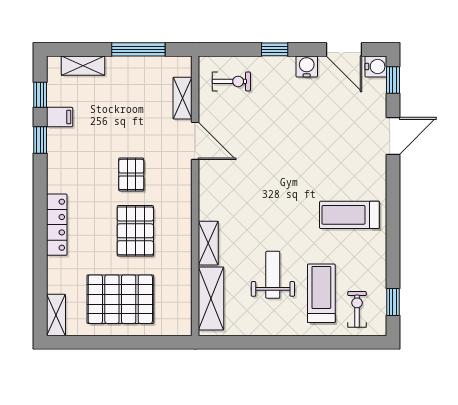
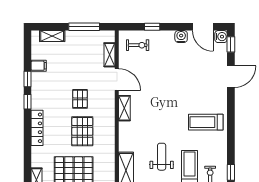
window: (275, 49) -> (152, 27), moved
window: (40, 95) -> (27, 102), moved
shelving: (208, 243) -> (124, 108), moved

